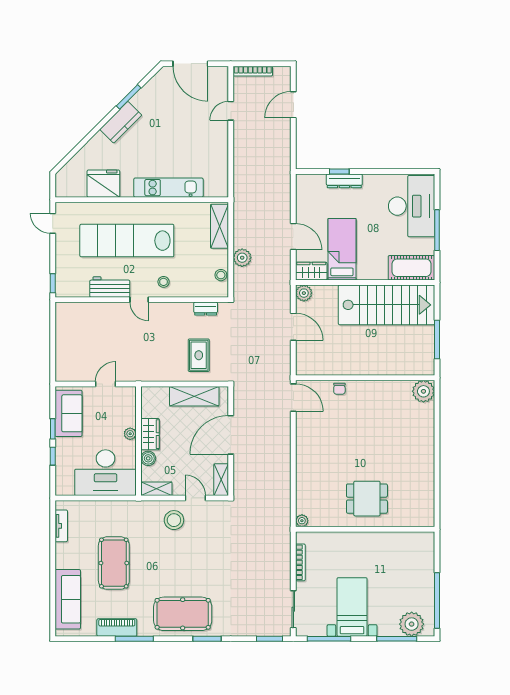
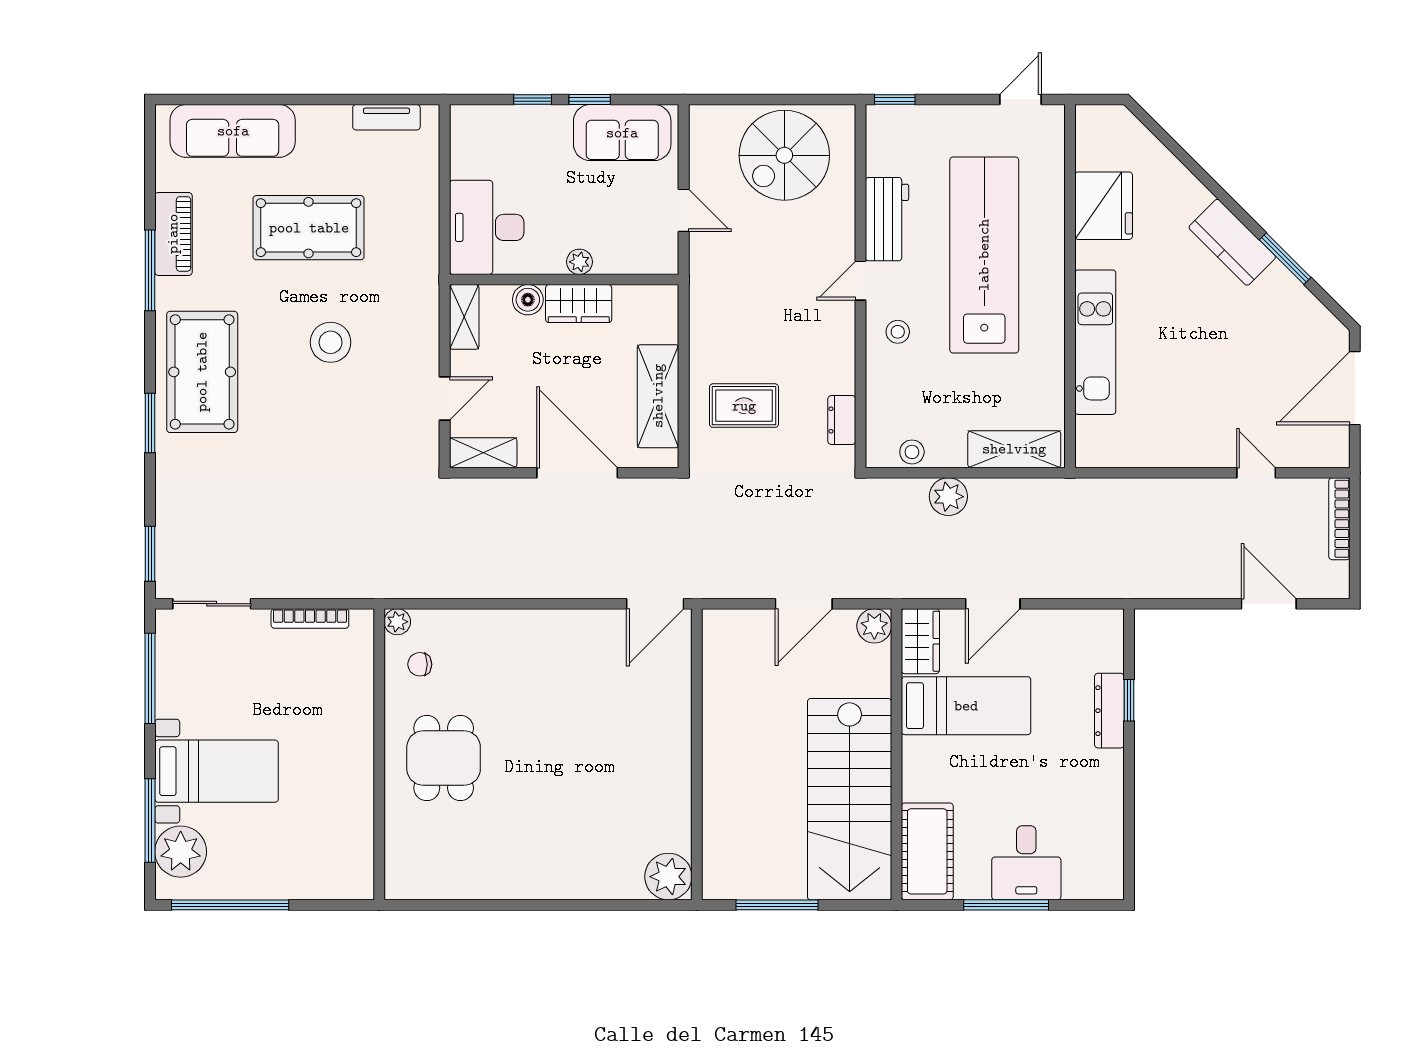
desk: (412, 206) -> (1026, 863), width x0.53, depth x0.77
spiral stairs: (79, 336) -> (784, 155), added
chair: (339, 389) -> (420, 664), moved
desk: (106, 473) -> (487, 227), width x0.73, depth x0.77
stool: (174, 520) -> (331, 342), moved
bed with nightstands: (352, 607) -> (217, 771), moved

